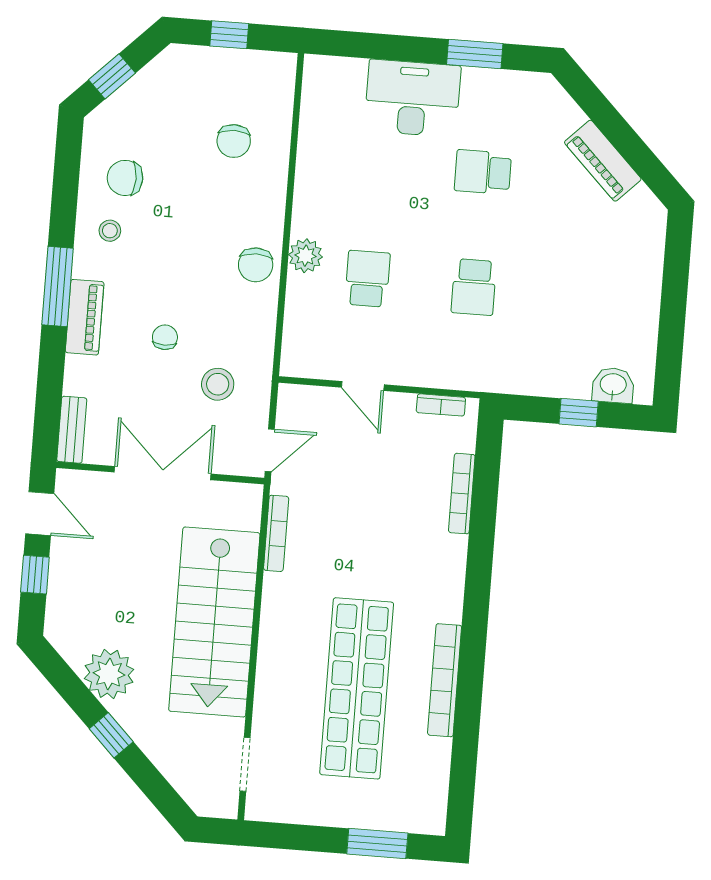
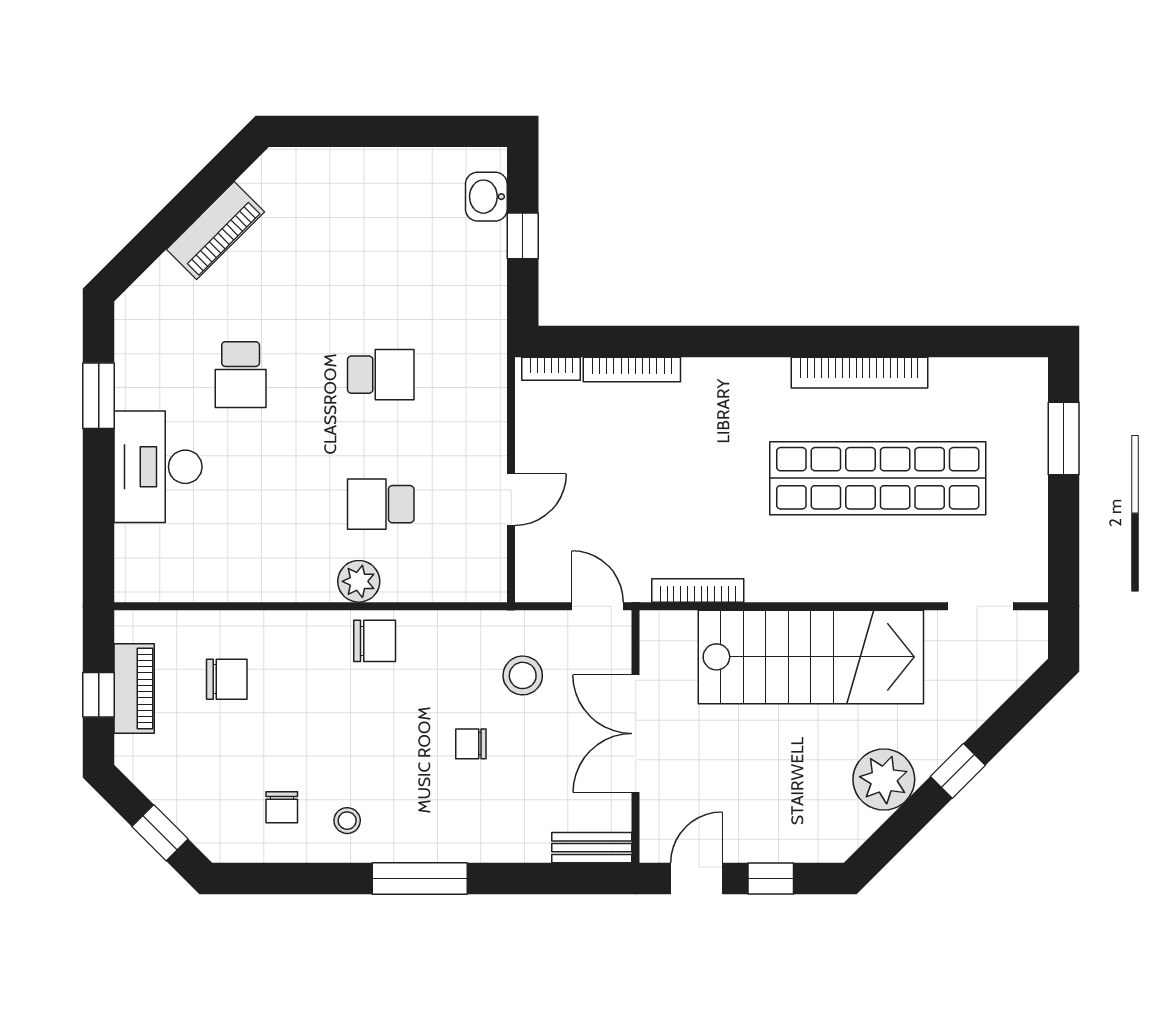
chair: (125, 178) -> (282, 807), width x0.73, depth x0.73
piano: (85, 317) -> (134, 688), moved, turned 90
bookcase: (441, 405) -> (551, 369), moved, turned 90

